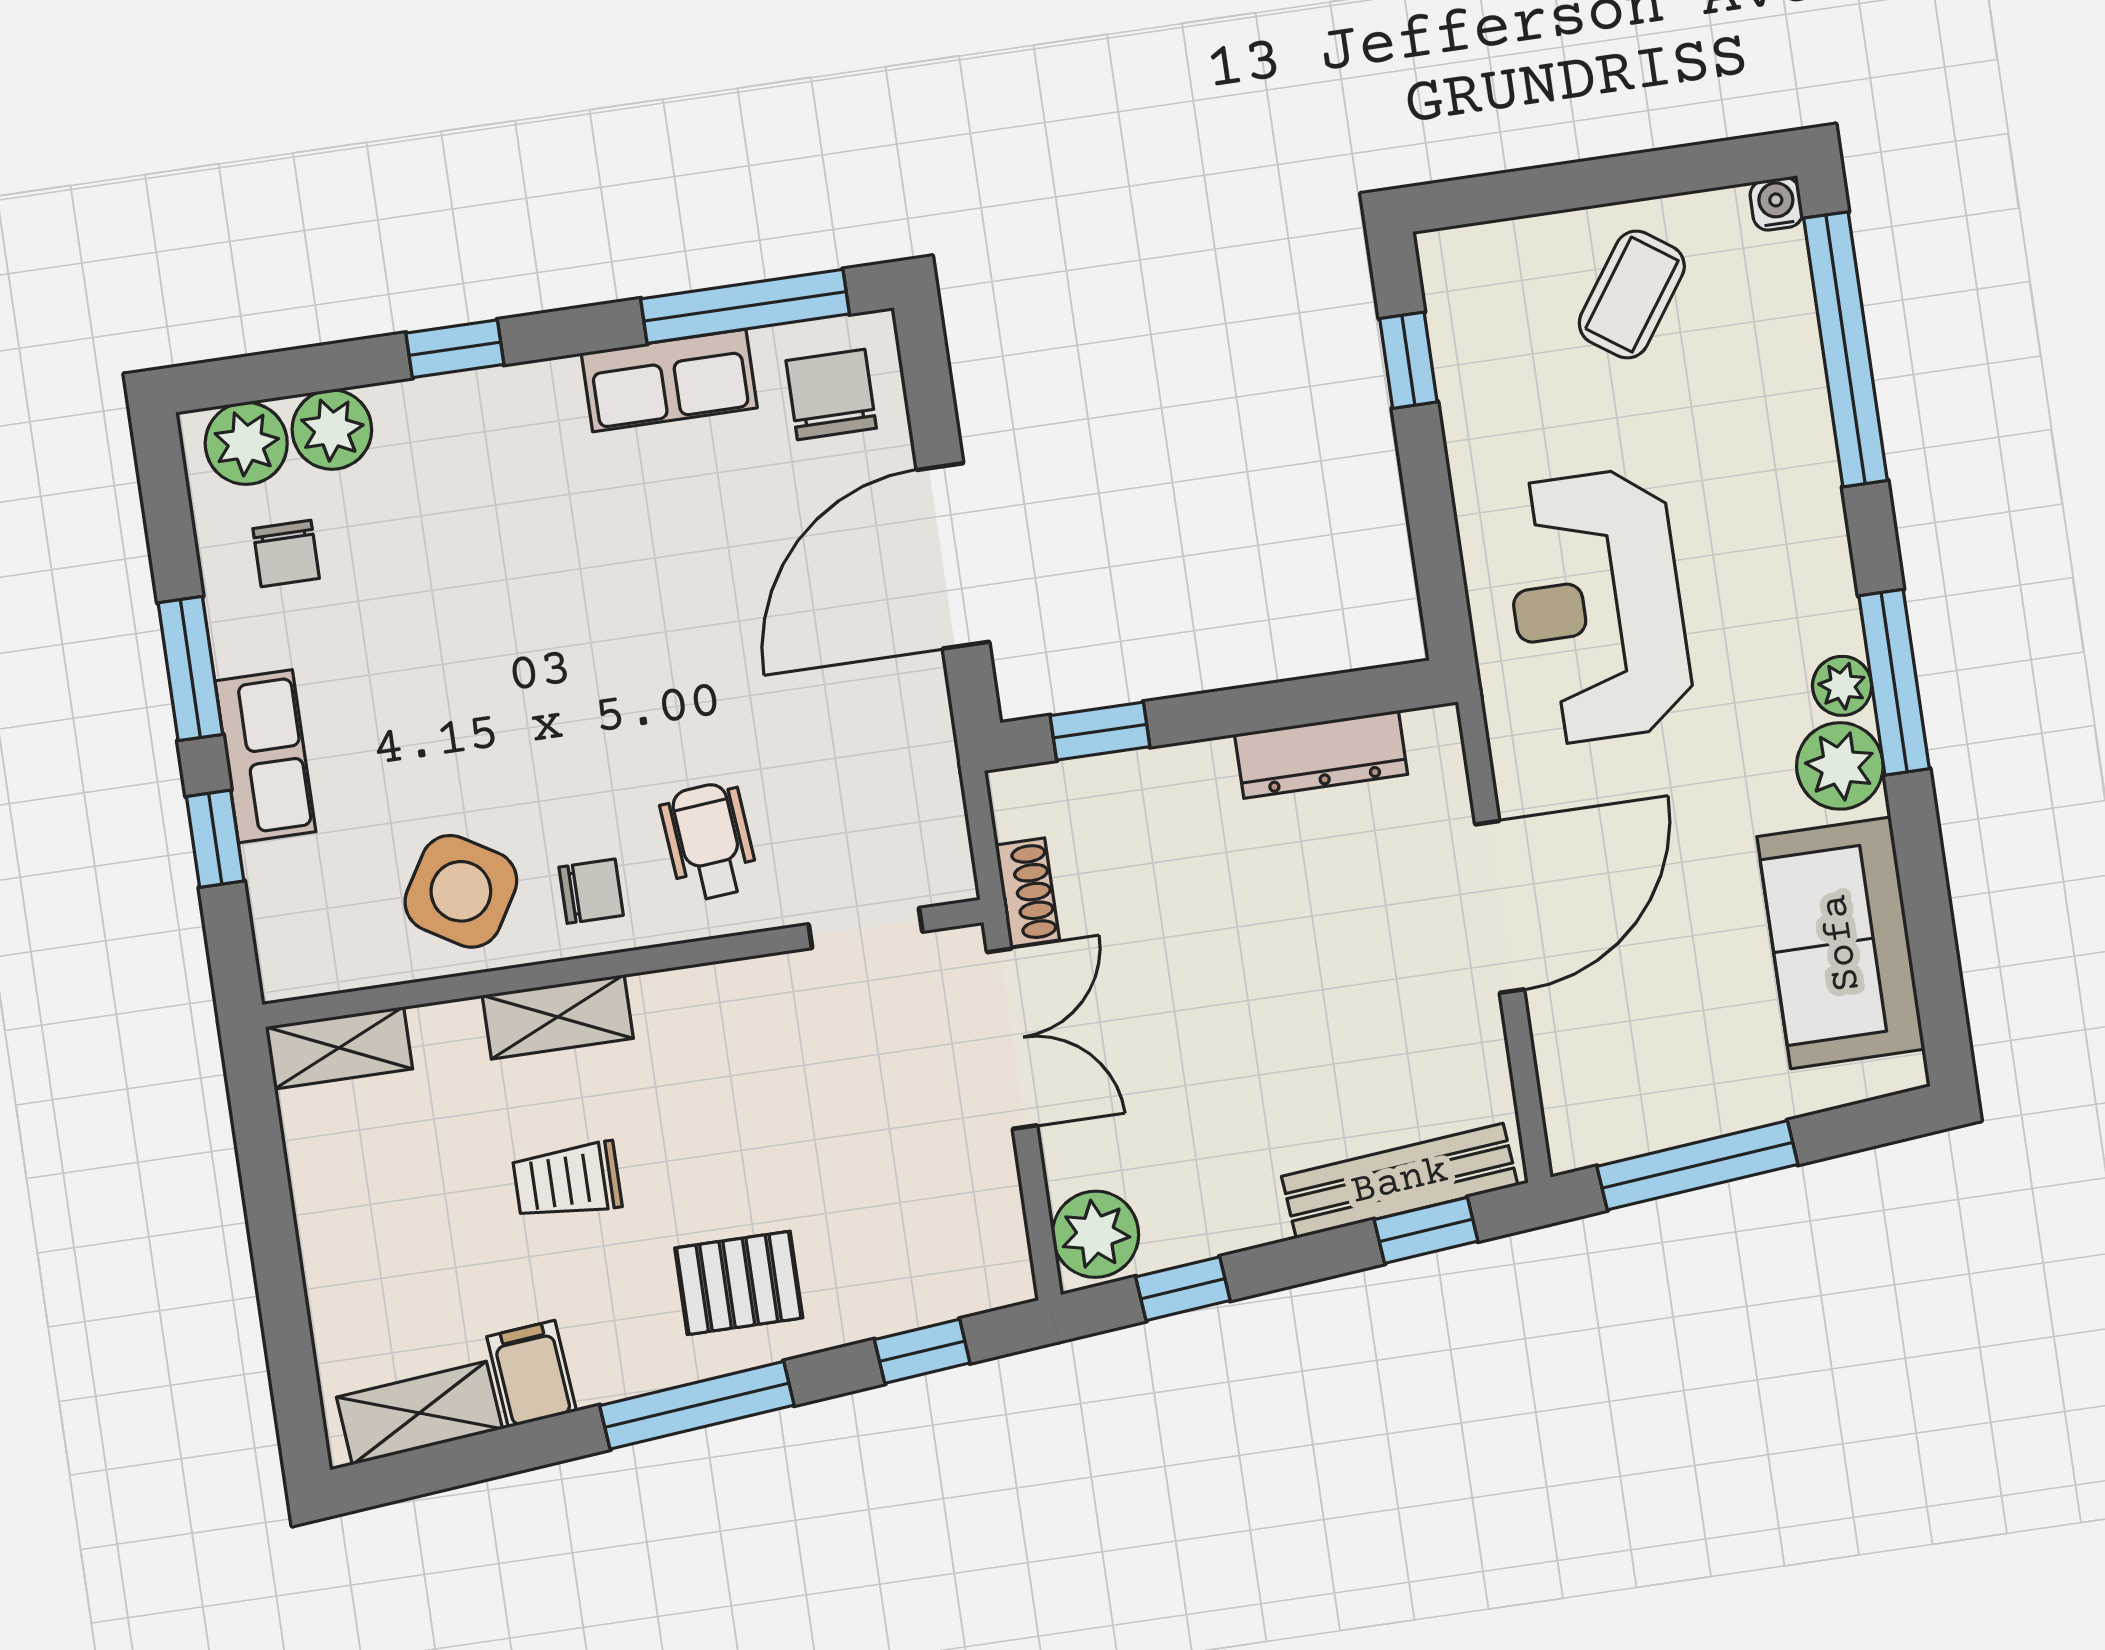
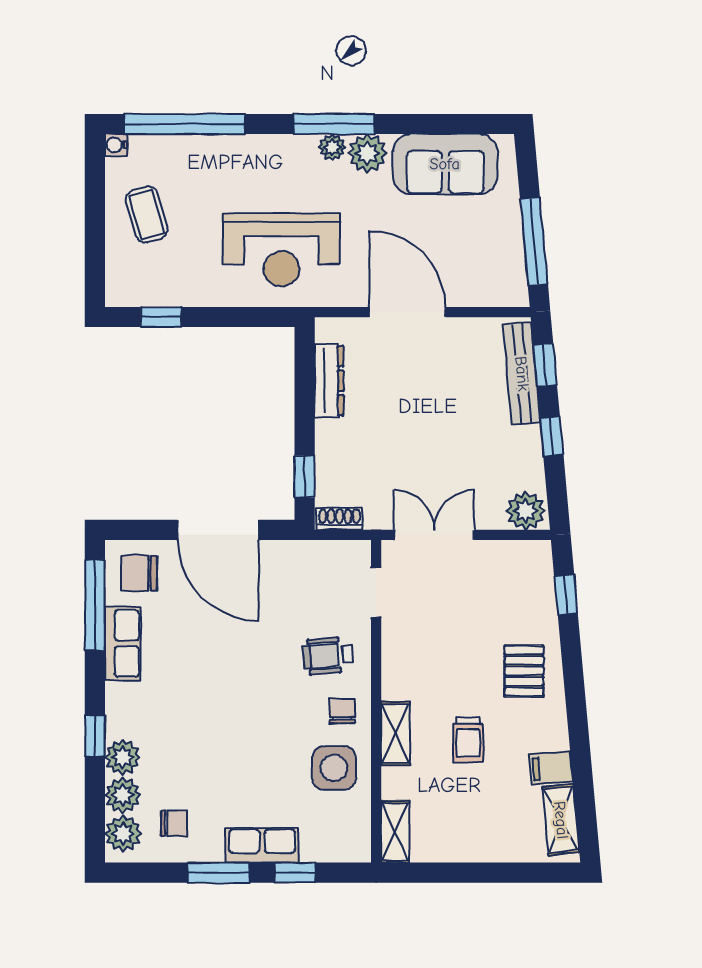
coffee table: (1632, 295) -> (147, 215), turned 39
plant: (416, 417) -> (123, 757), added
side table: (461, 891) -> (334, 768), turned -31
shoe rack: (1027, 892) -> (339, 519), moved
window: (1183, 1289) -> (552, 436), moved
window: (697, 1405) -> (575, 697), removed

